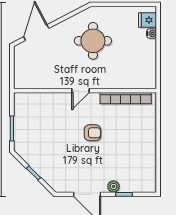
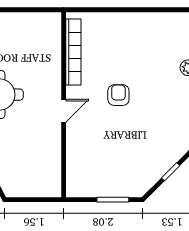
door: (81, 91) -> (64, 111), hinge flipped

